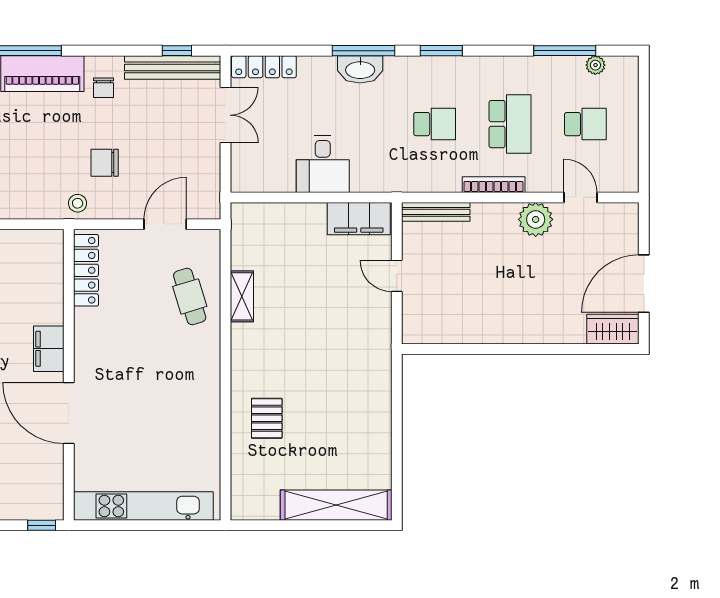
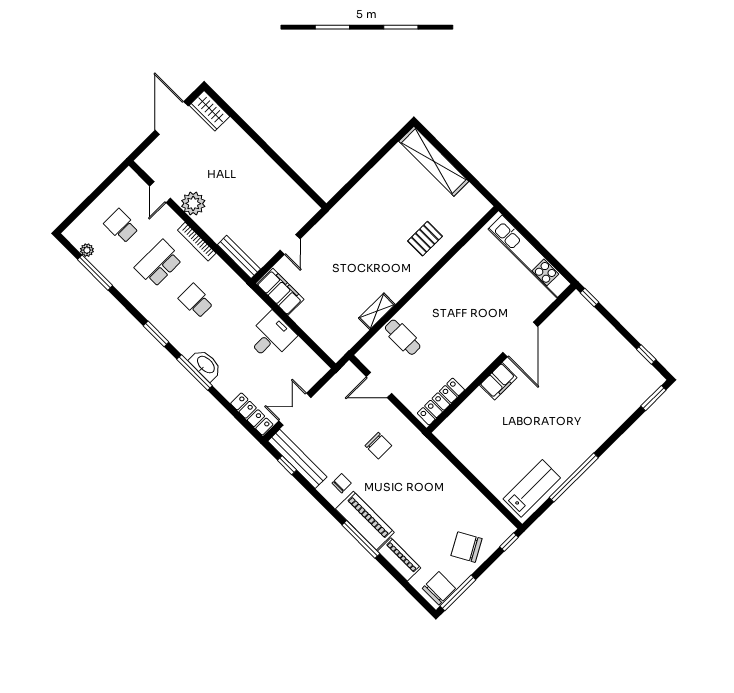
stool: (78, 203) -> (412, 439), removed
door: (644, 284) -> (172, 118), swing flipped
cafe table: (190, 296) -> (403, 337), turned -73

